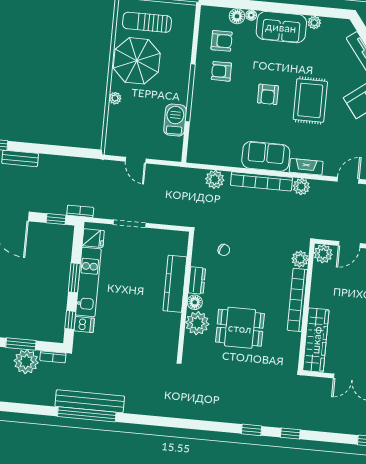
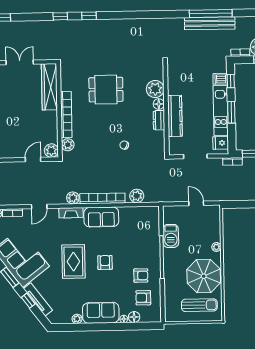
dresser: (197, 280) -> (159, 120), moved
kitchen counter: (175, 284) -> (175, 116), moved
wall: (186, 295) -> (166, 108), moved
floor lamp: (195, 302) -> (159, 104), moved
plant: (197, 323) -> (155, 89), moved

